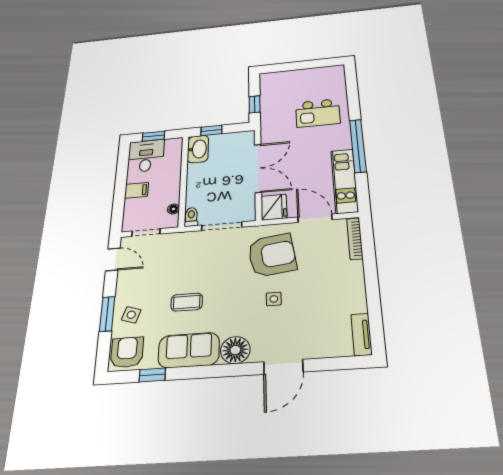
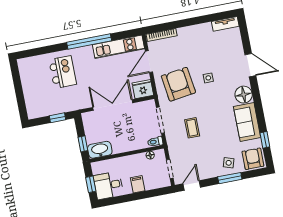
coffee table: (187, 302) -> (192, 128), moved
armchair: (127, 352) -> (253, 159), turned 90

